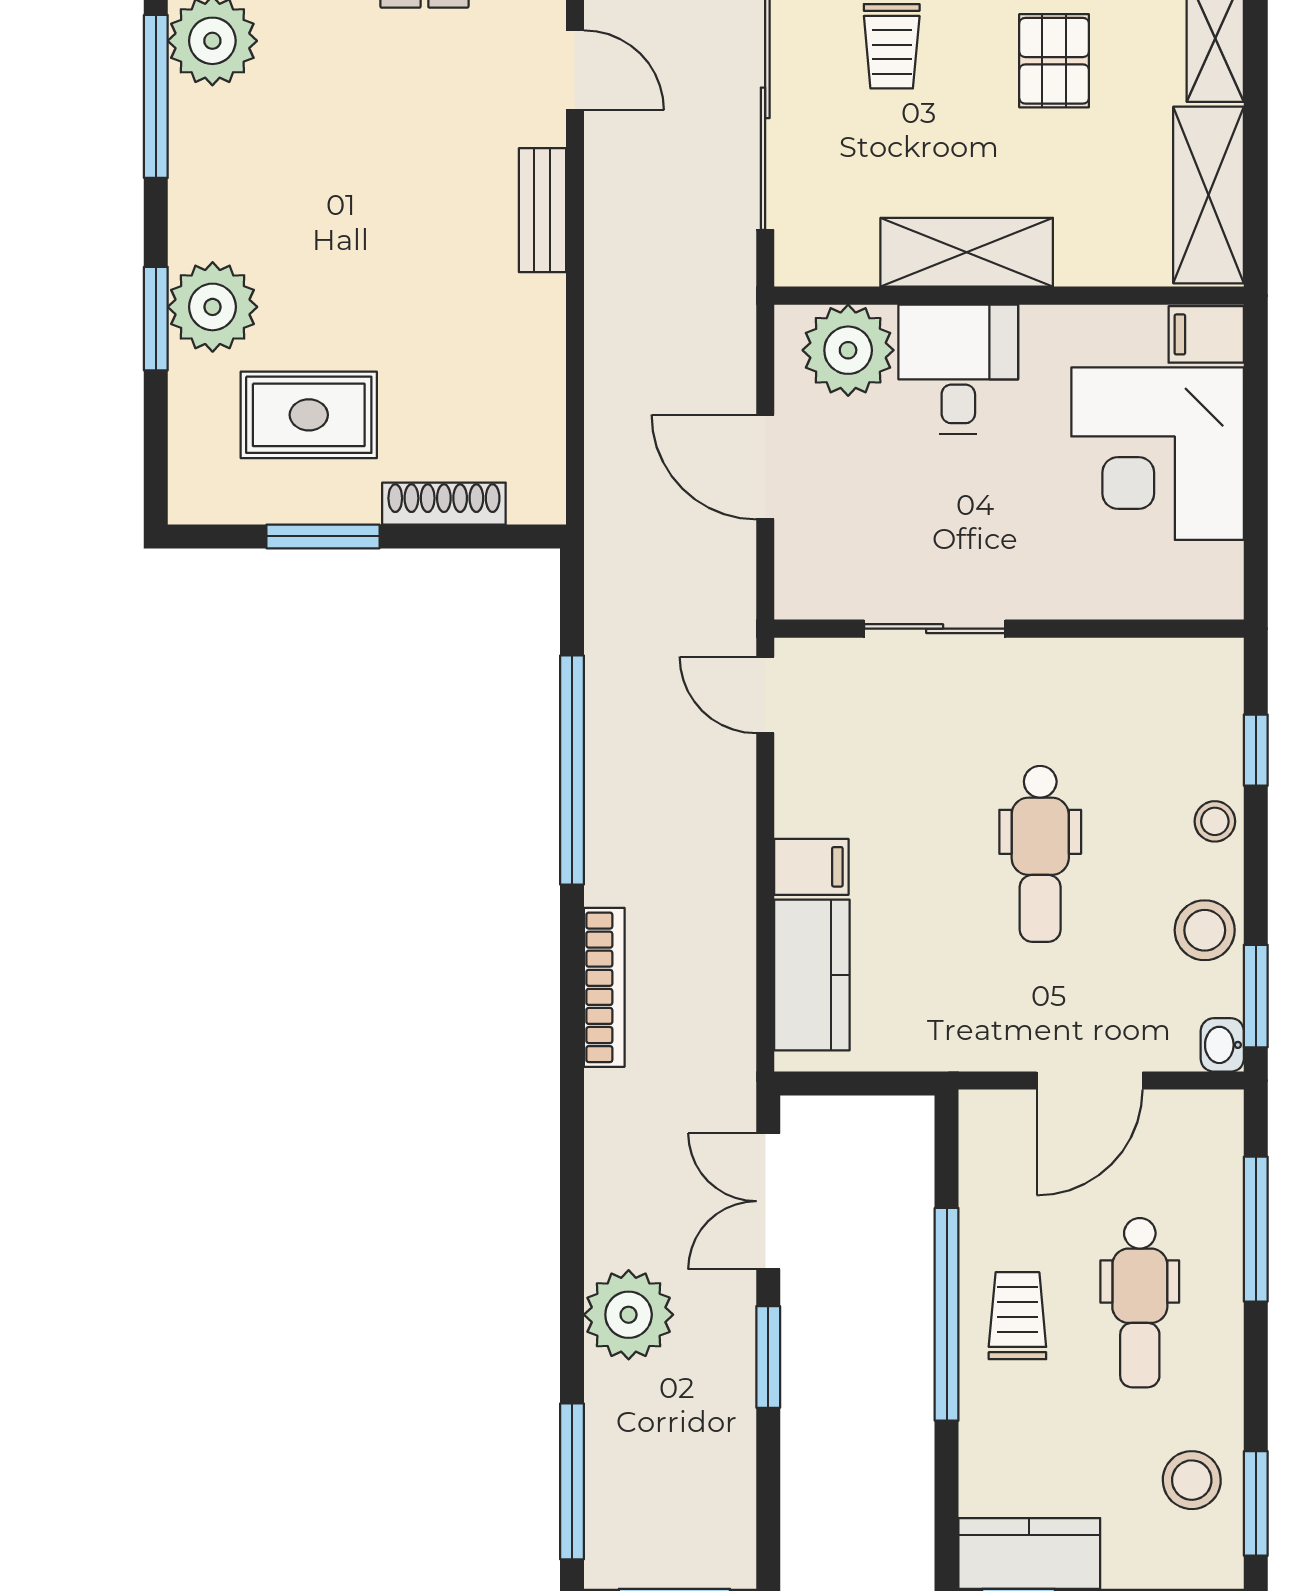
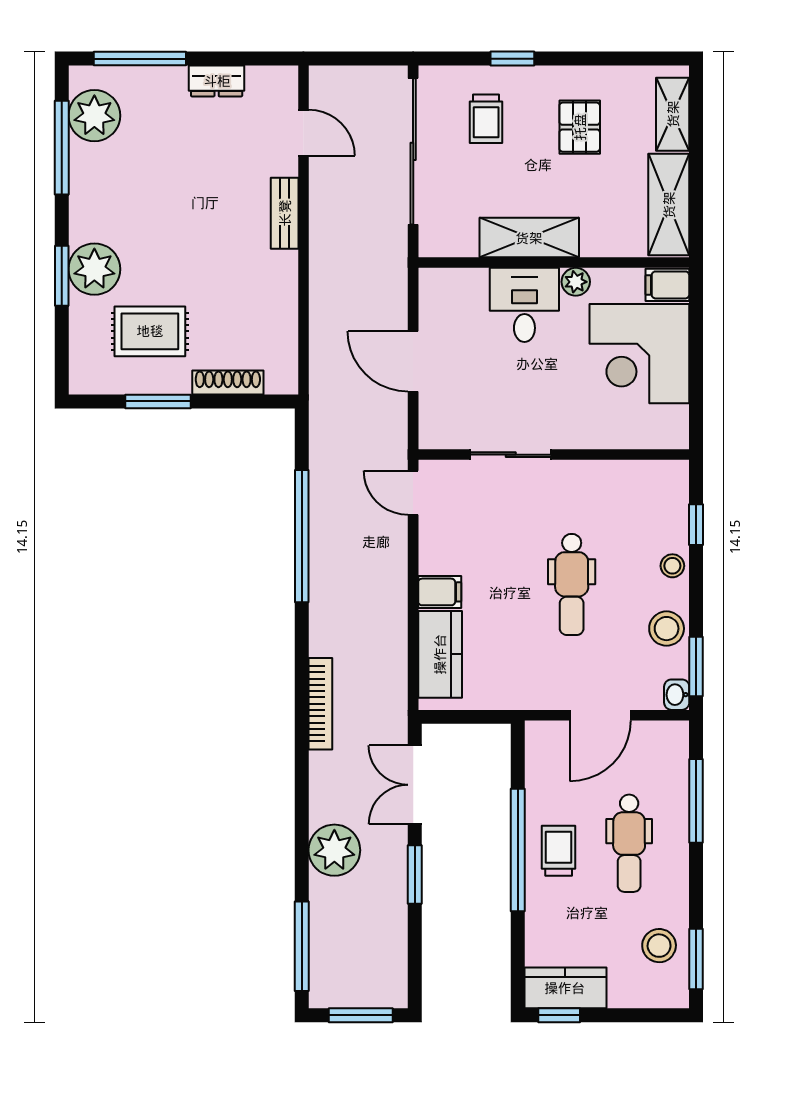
plant: (848, 350) -> (576, 282), moved, width x0.53, depth x0.53
bookcase: (604, 987) -> (320, 704), moved

